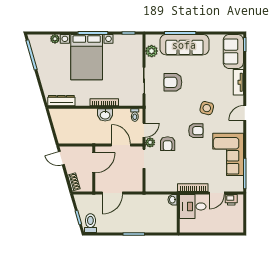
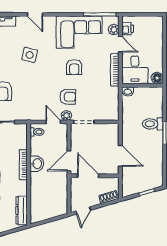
armchair: (196, 131) -> (74, 67), moved, turned 180
door: (121, 145) -> (69, 161), moved
plant: (230, 187) -> (114, 30), added
toilet: (90, 223) -> (153, 124), moved
floor lamp: (185, 227) -> (157, 78), added

